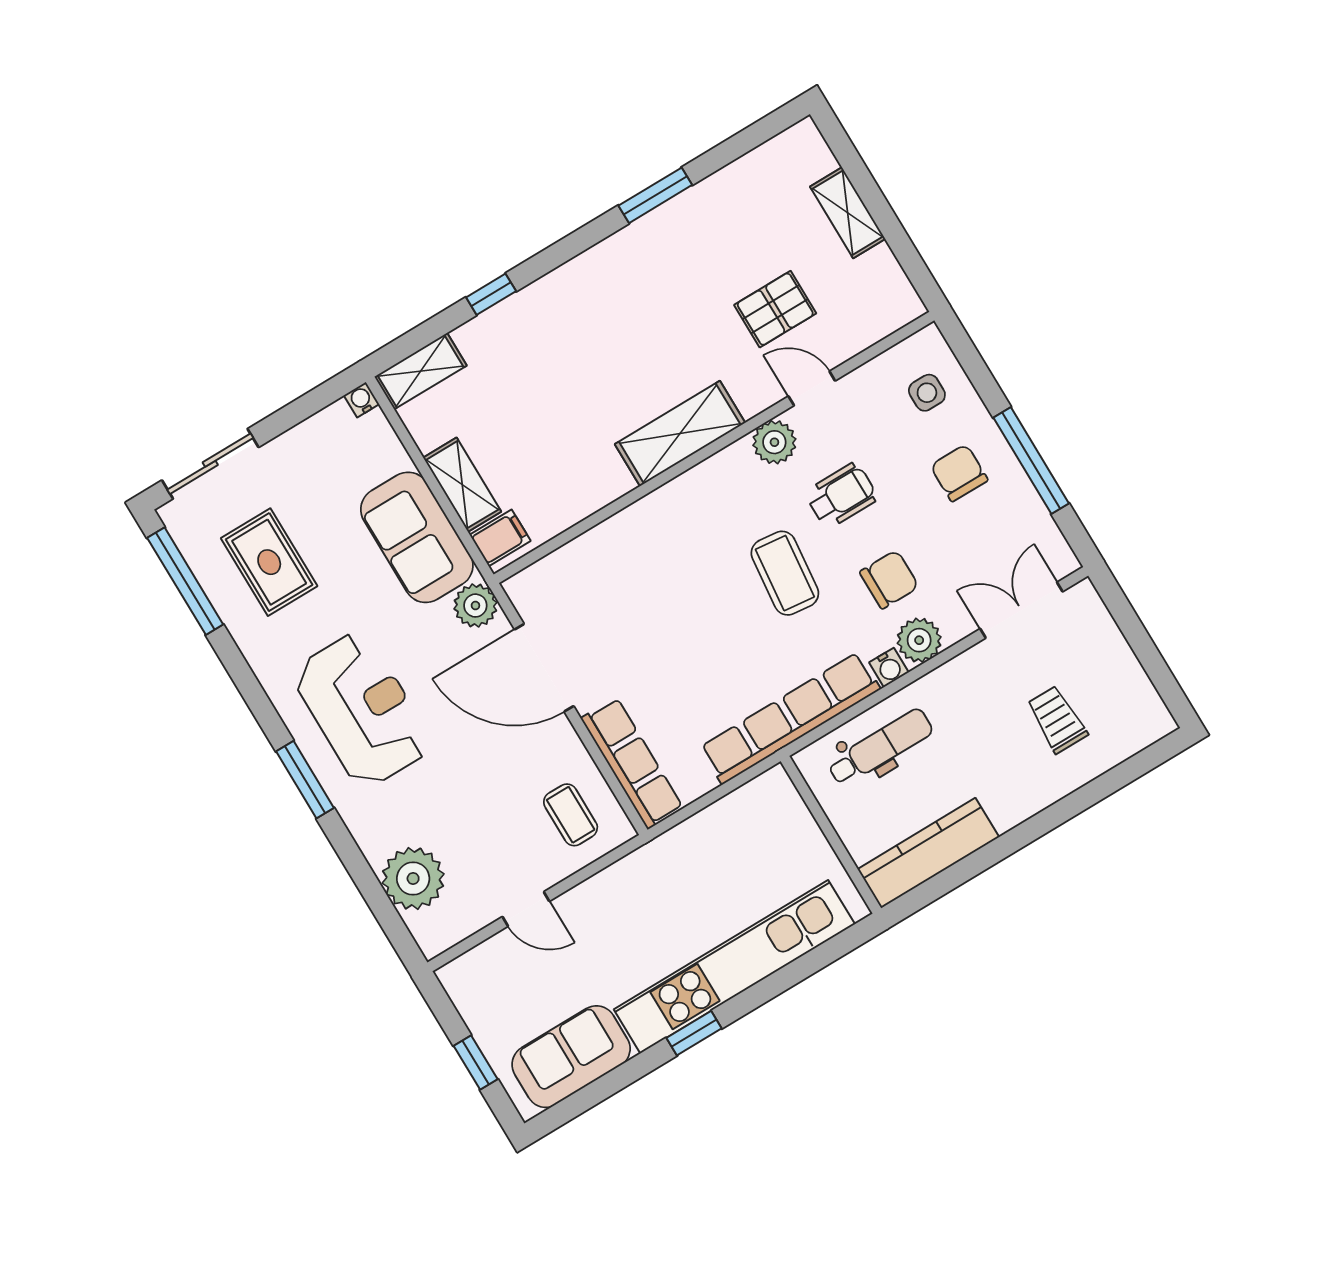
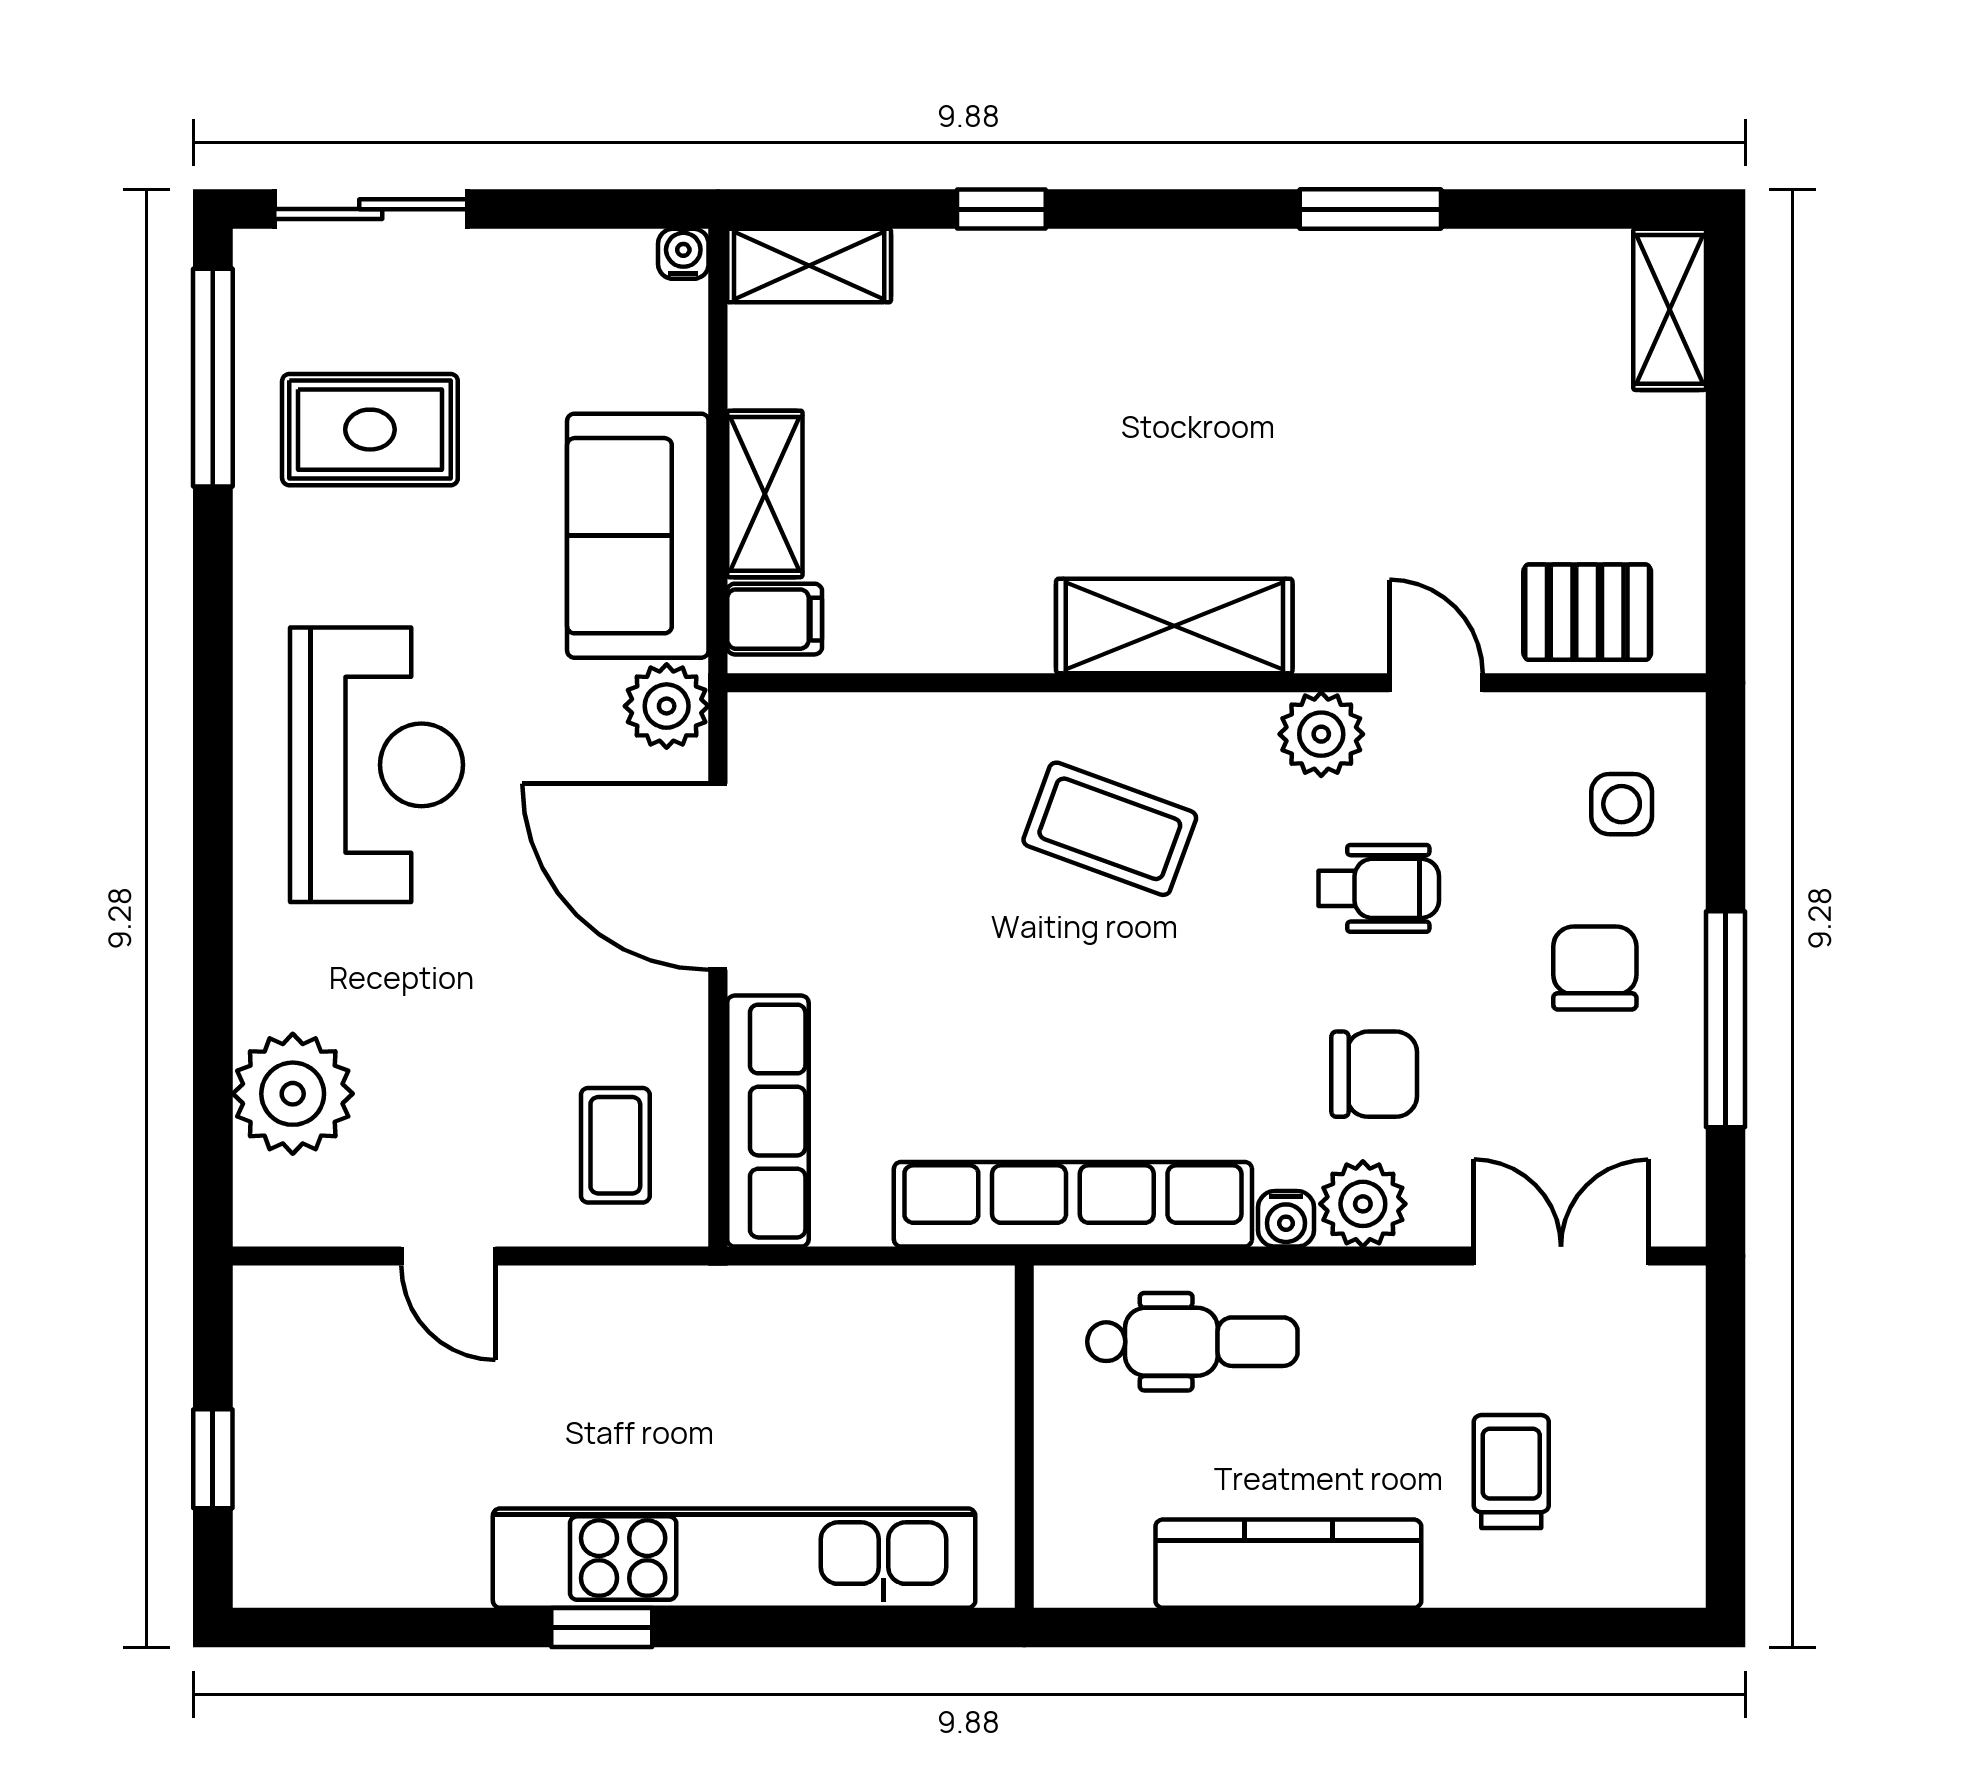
shelving: (848, 213) -> (1670, 309), moved
pallet: (775, 309) -> (1587, 612), moved
rug: (269, 562) -> (370, 430), turned 90
coffee table: (785, 573) -> (1110, 829), moved, turned -76
window: (305, 780) -> (213, 823), removed
kitchen counter: (928, 853) -> (1288, 1564), moved
sofa: (571, 1057) -> (376, 1544), removed

